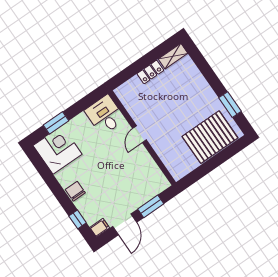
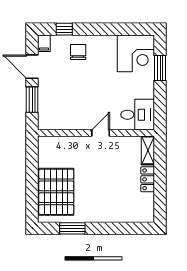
shelving: (173, 56) -> (148, 150), moved
door: (139, 134) -> (101, 133), hinge flipped
chair: (75, 191) -> (78, 52), moved, turned -90

